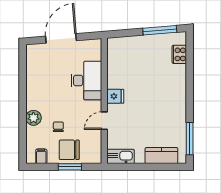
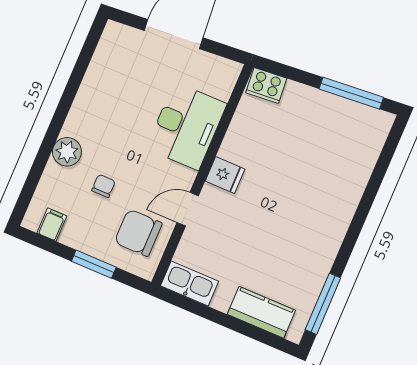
cooker: (179, 54) -> (266, 86), moved, turned -95
chair: (69, 150) -> (138, 233), moved

